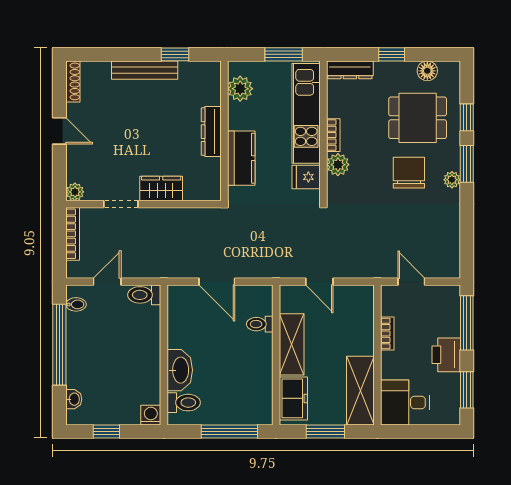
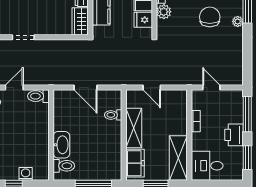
wardrobe: (161, 189) -> (80, 21), moved, turned -90
washing machine: (151, 415) -> (26, 174), moved

